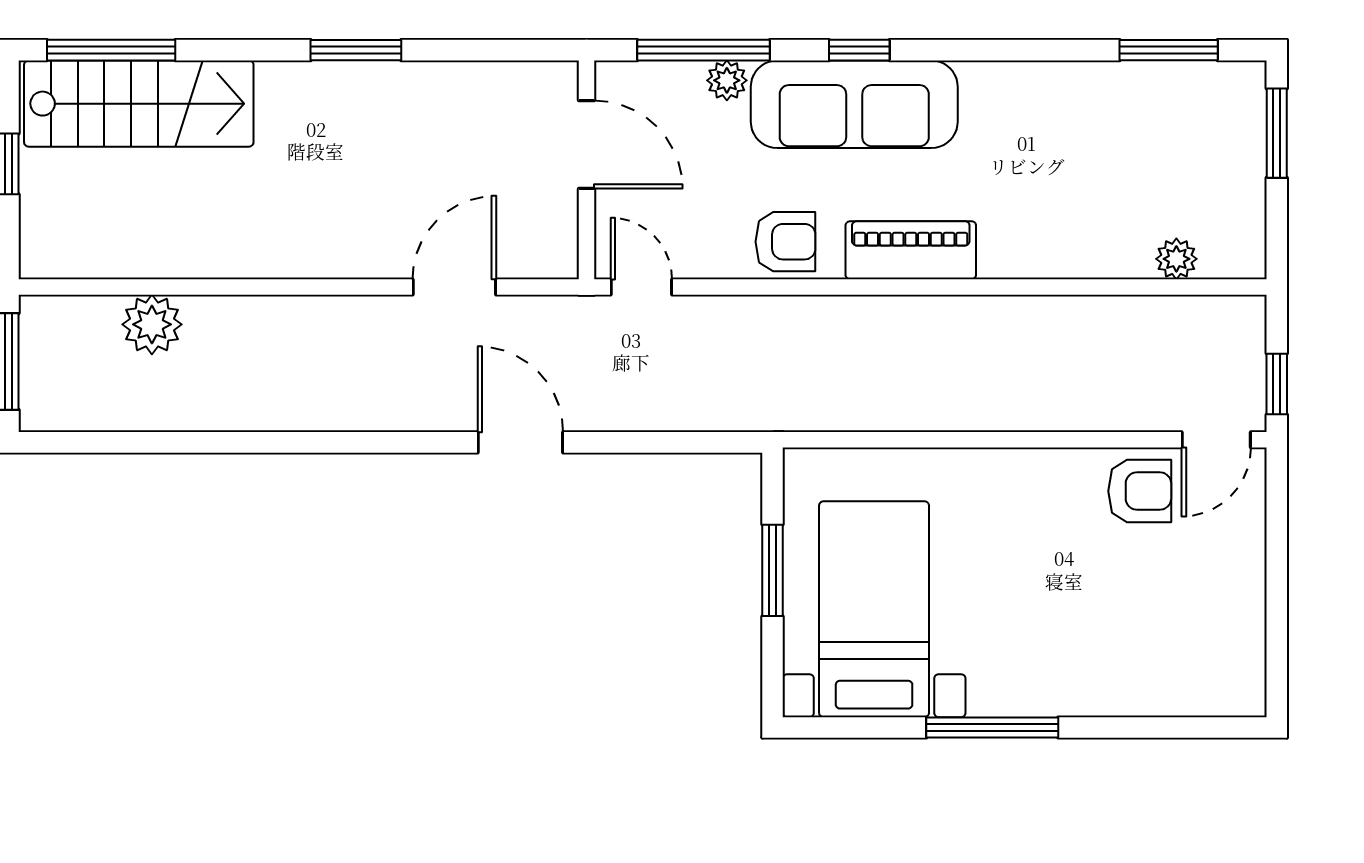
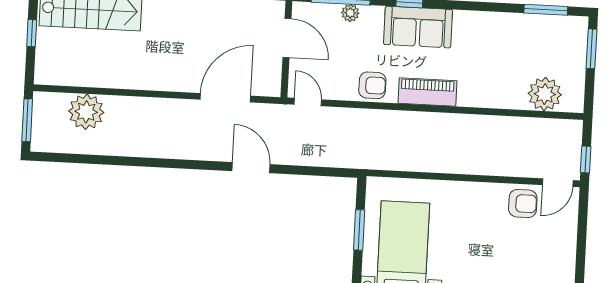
sofa: (854, 104) -> (418, 27), width x0.73
plant: (1176, 259) -> (545, 94), width x1.88, depth x1.88
door: (454, 287) -> (225, 98), width x1.36
plant: (152, 324) -> (86, 112), width x1.36, depth x1.36

